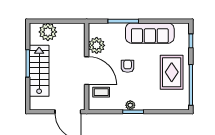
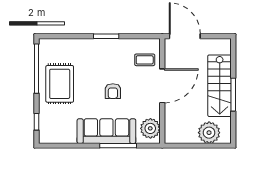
sofa: (150, 33) -> (106, 131), moved
plant: (97, 45) -> (150, 128), moved
door: (87, 71) -> (162, 86), swing flipped
plant: (130, 105) -> (110, 44), removed

